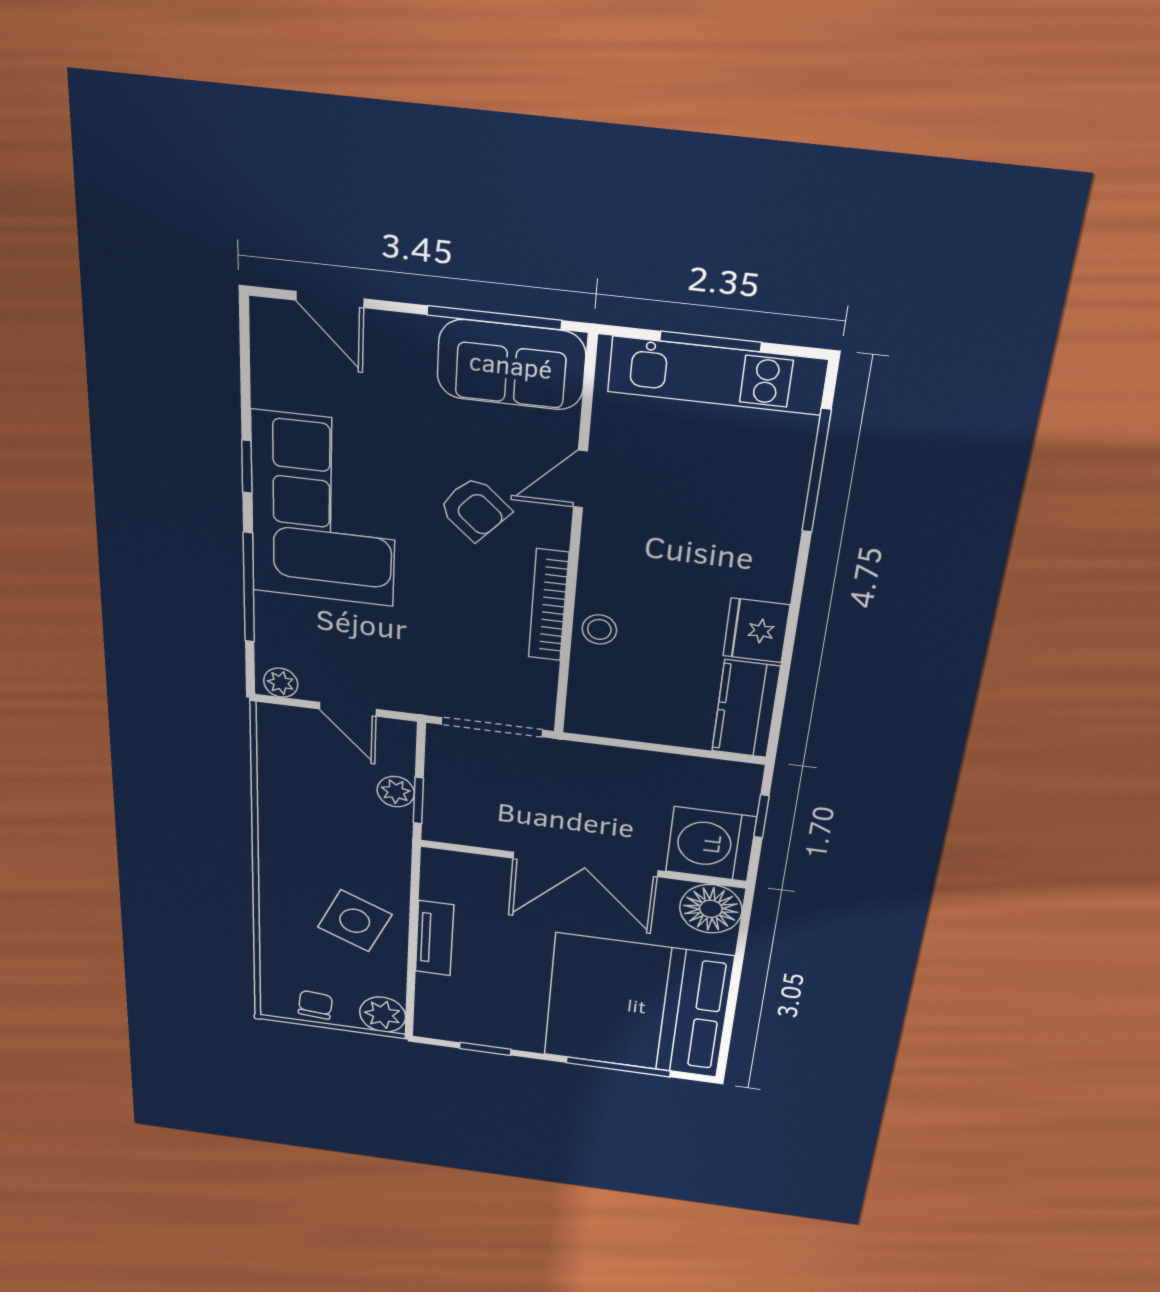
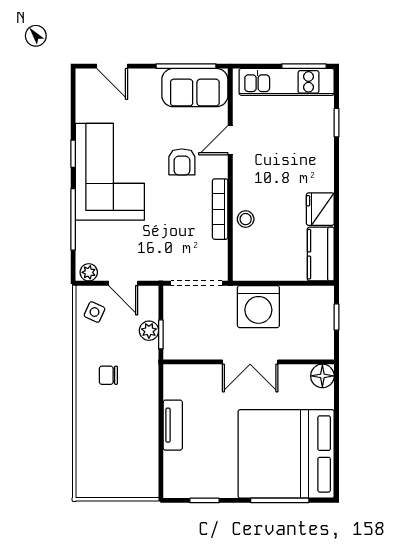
window: (711, 341) -> (304, 66), moved
window: (816, 471) -> (336, 123), width x0.46
armchair: (475, 509) -> (182, 162), turned 48
washing machine: (711, 844) -> (258, 307), moved, turned -90
double door: (585, 864) -> (250, 362), width x0.73
floor lamp: (711, 909) -> (322, 376), width x0.73, depth x0.73
side table: (355, 921) -> (94, 312), moved, width x0.54, depth x0.54
chair: (315, 1005) -> (108, 375), moved, turned -95
plant: (383, 1015) -> (146, 485), removed

